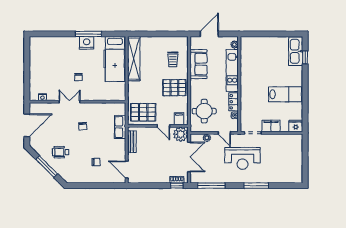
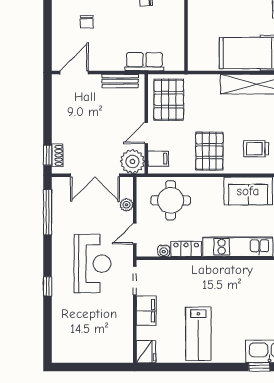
reception desk: (242, 158) -> (92, 264), turned 180
window: (256, 186) -> (48, 286), width x0.46

